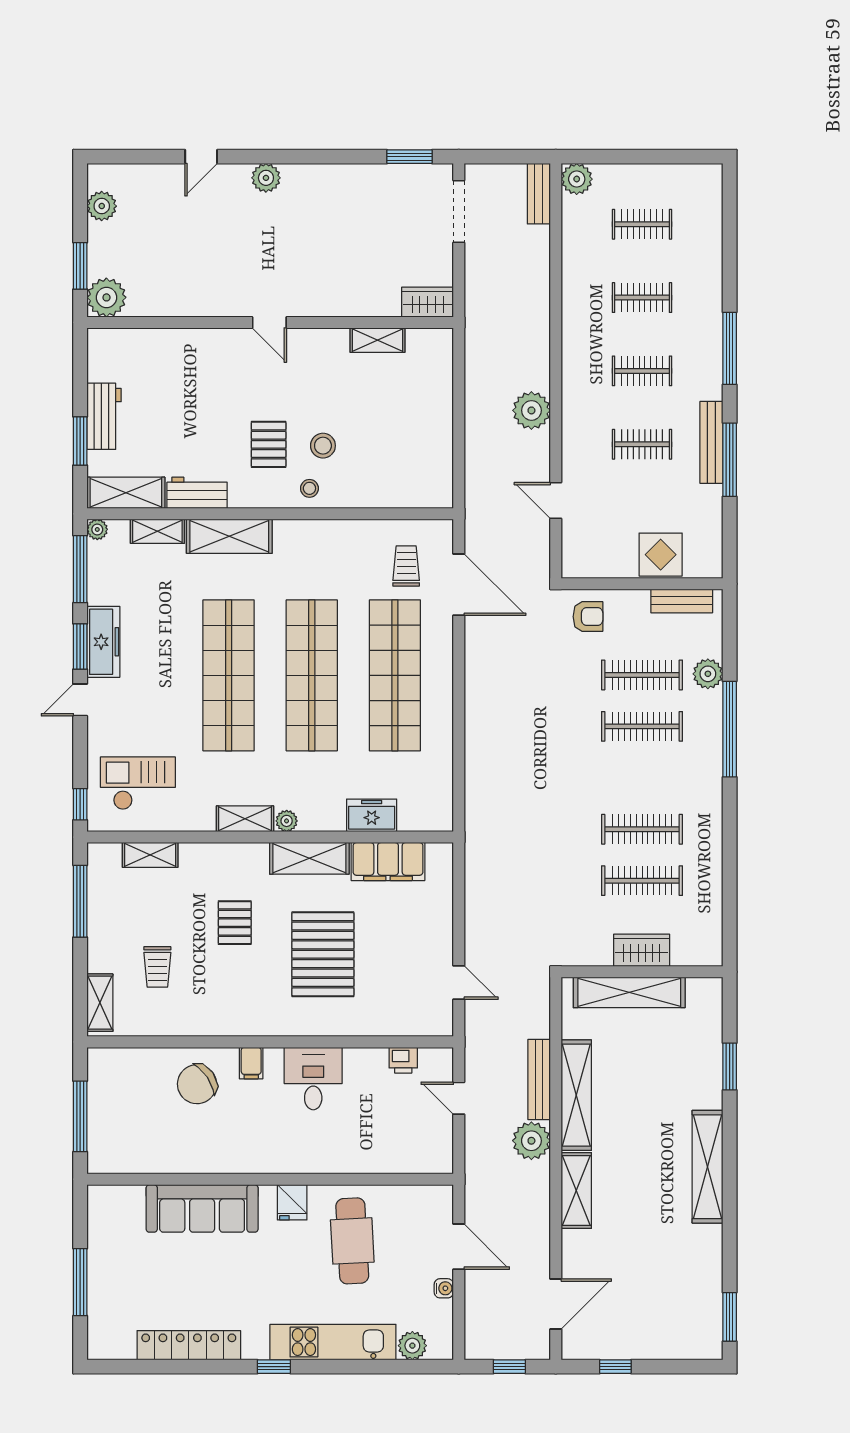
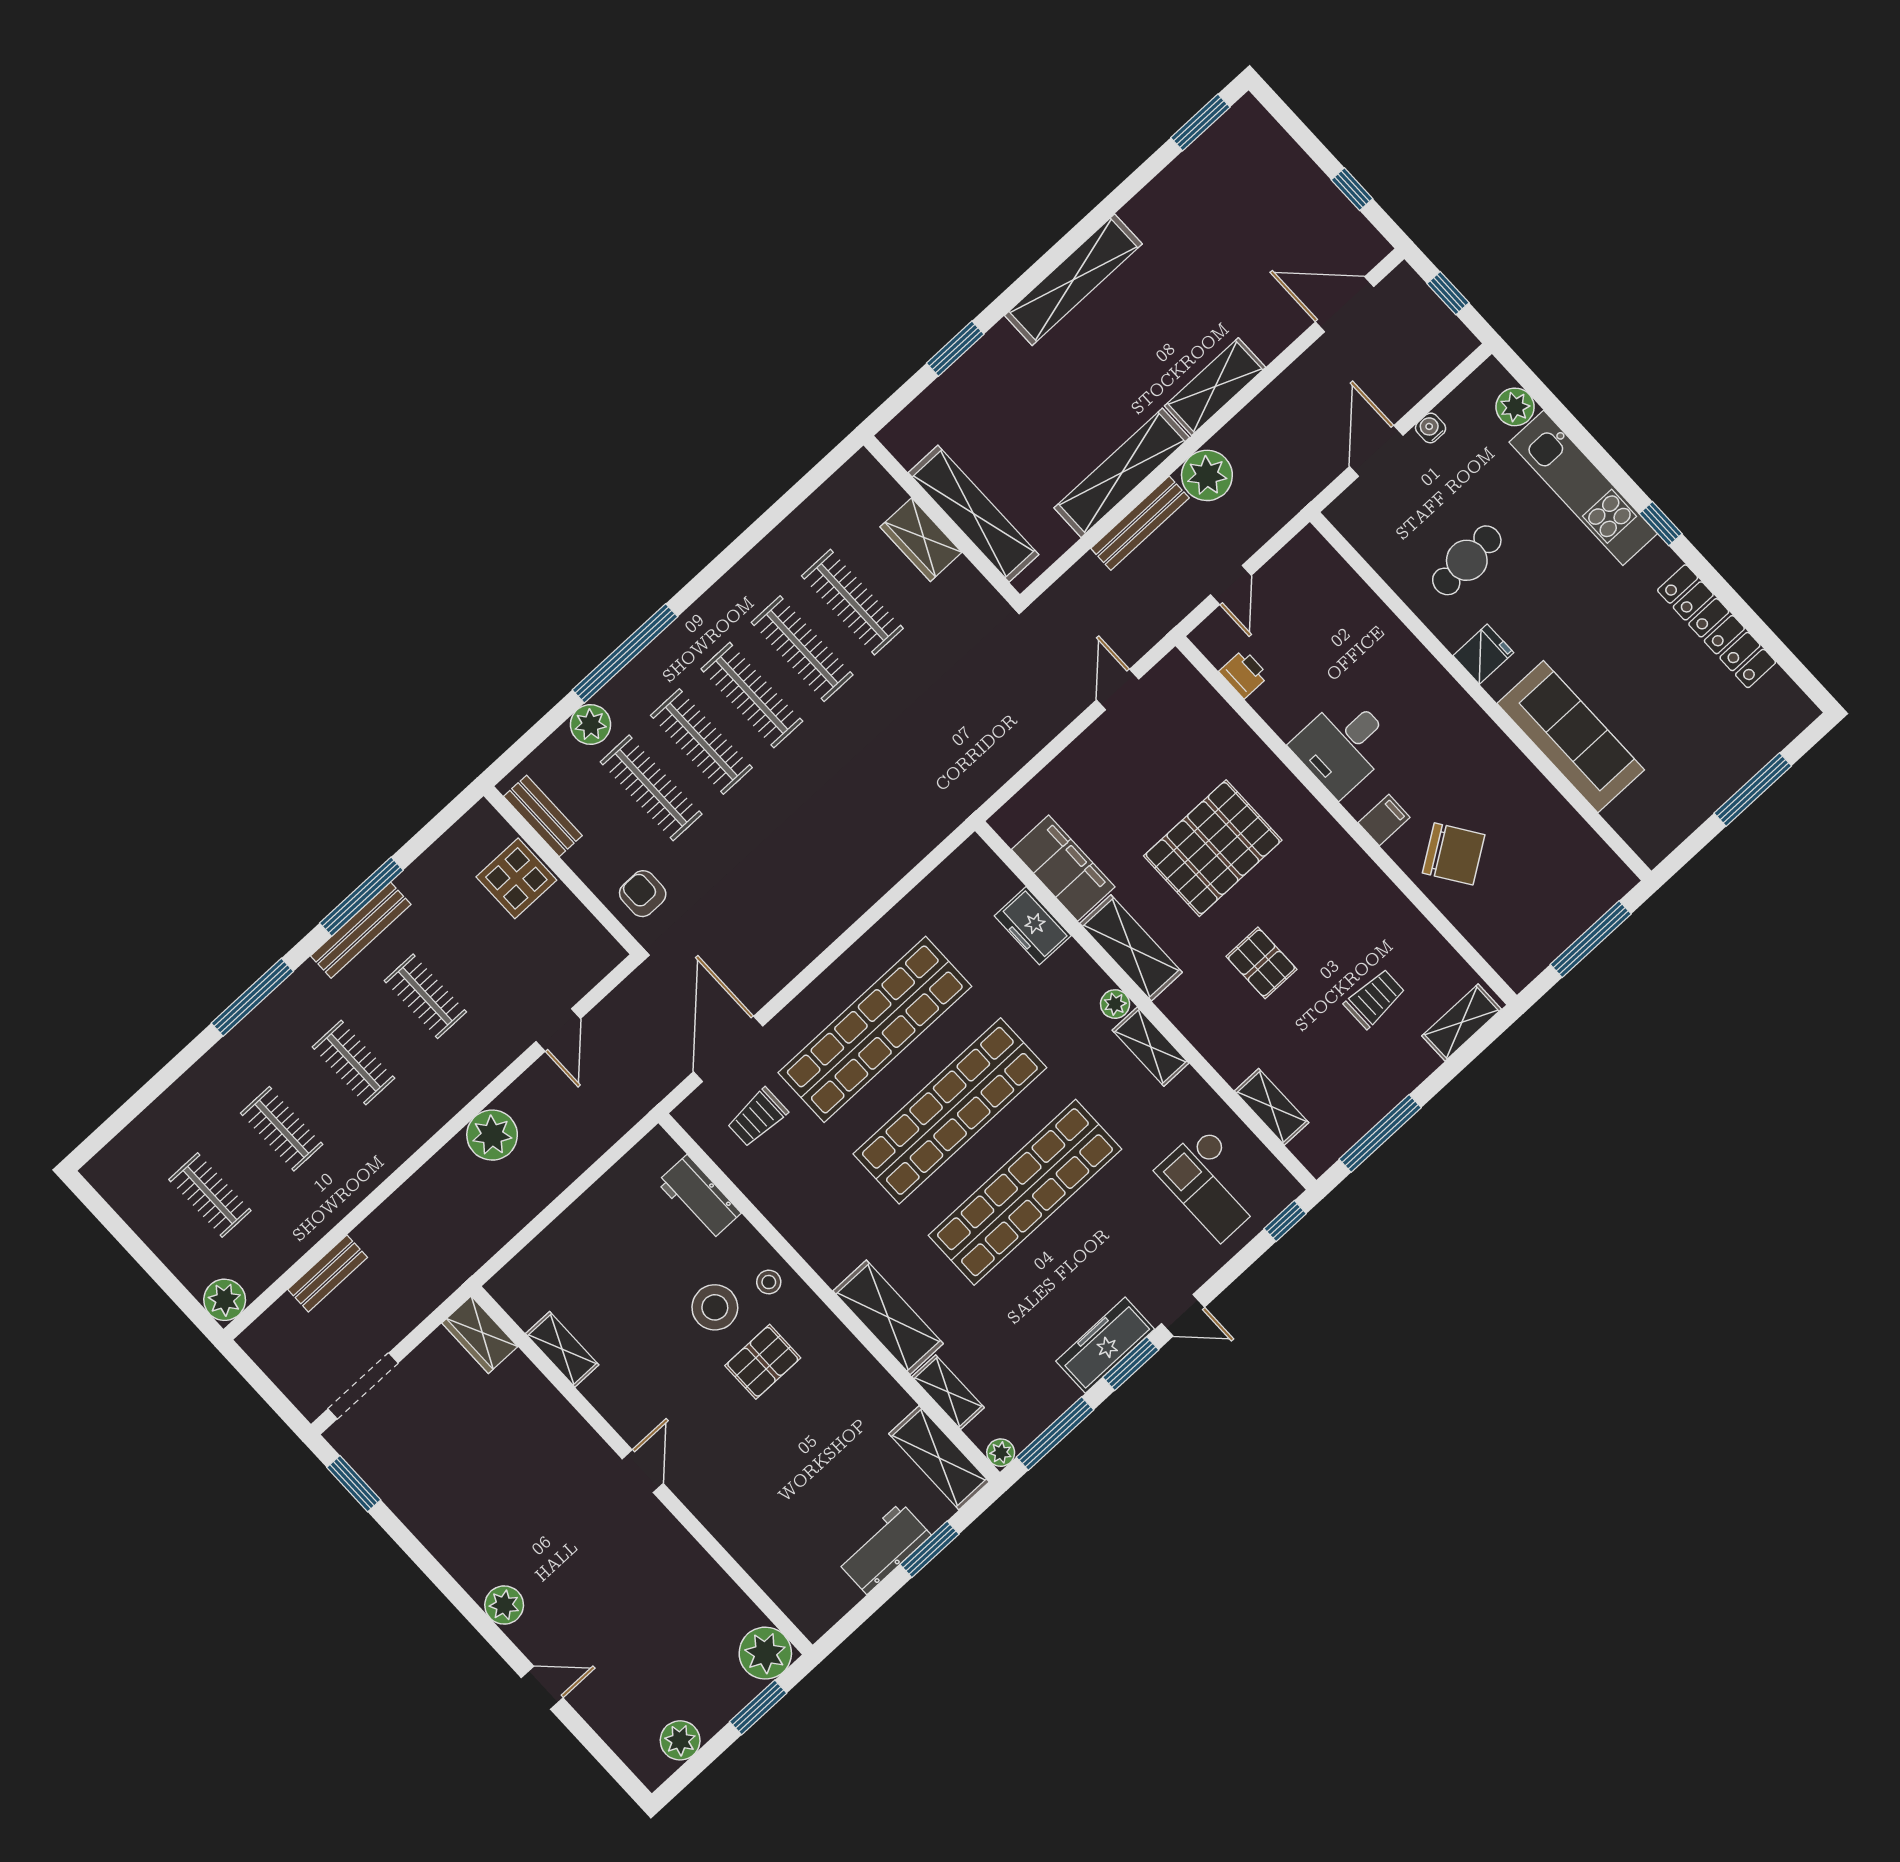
bench: (539, 194) -> (328, 1273), moved
stool: (323, 446) -> (715, 1307), width x1.38, depth x1.38
workbench: (197, 493) -> (699, 1198), moved
clothes rail: (642, 778) -> (752, 695), added
pallet: (235, 923) -> (1261, 963), turned 90
cafe table: (352, 1241) -> (1467, 560), width x0.73, depth x0.74

